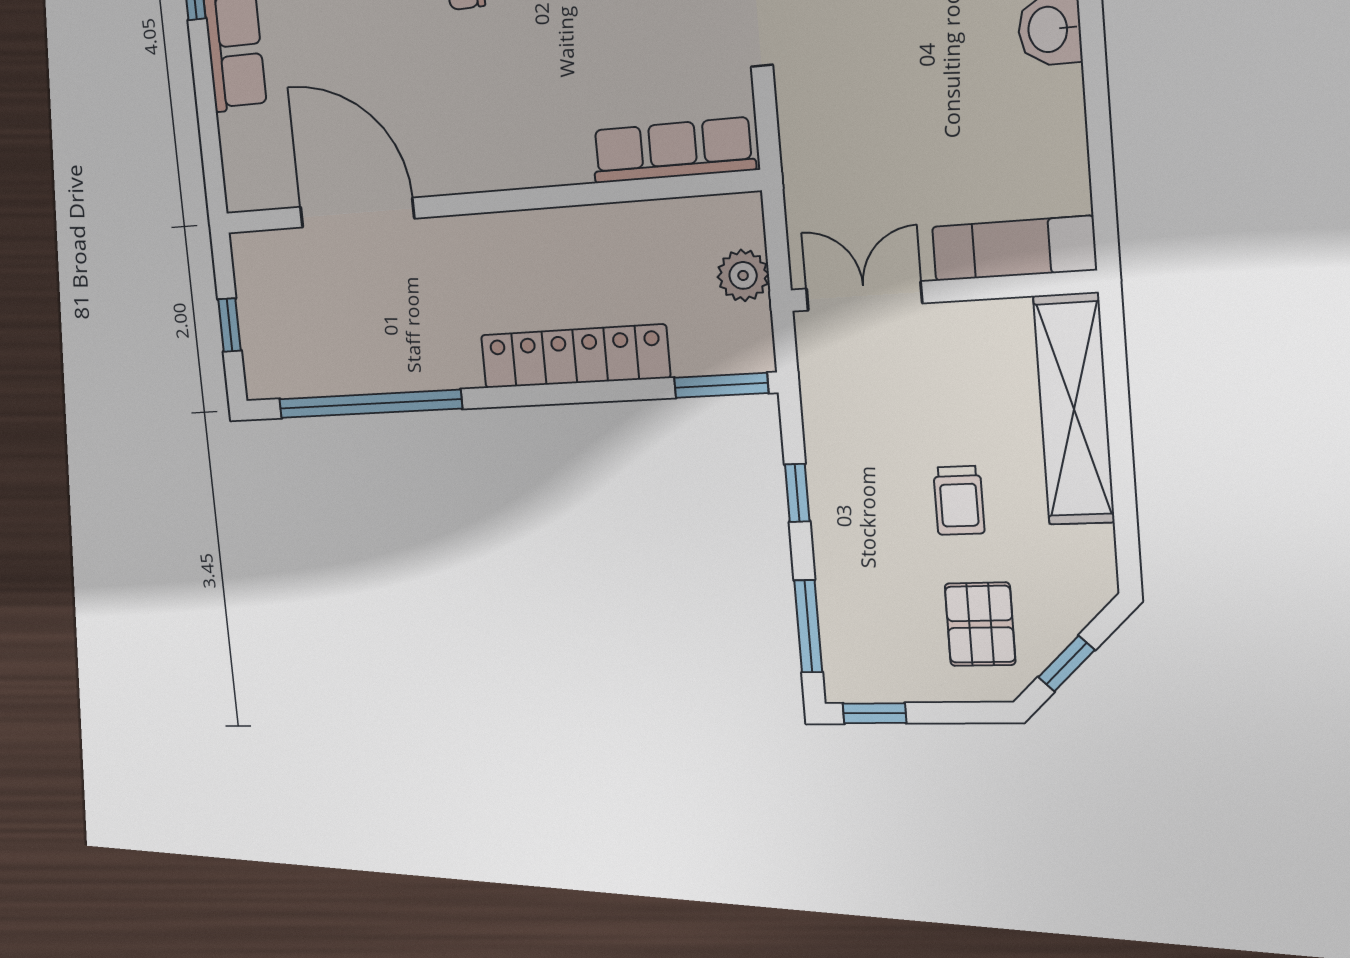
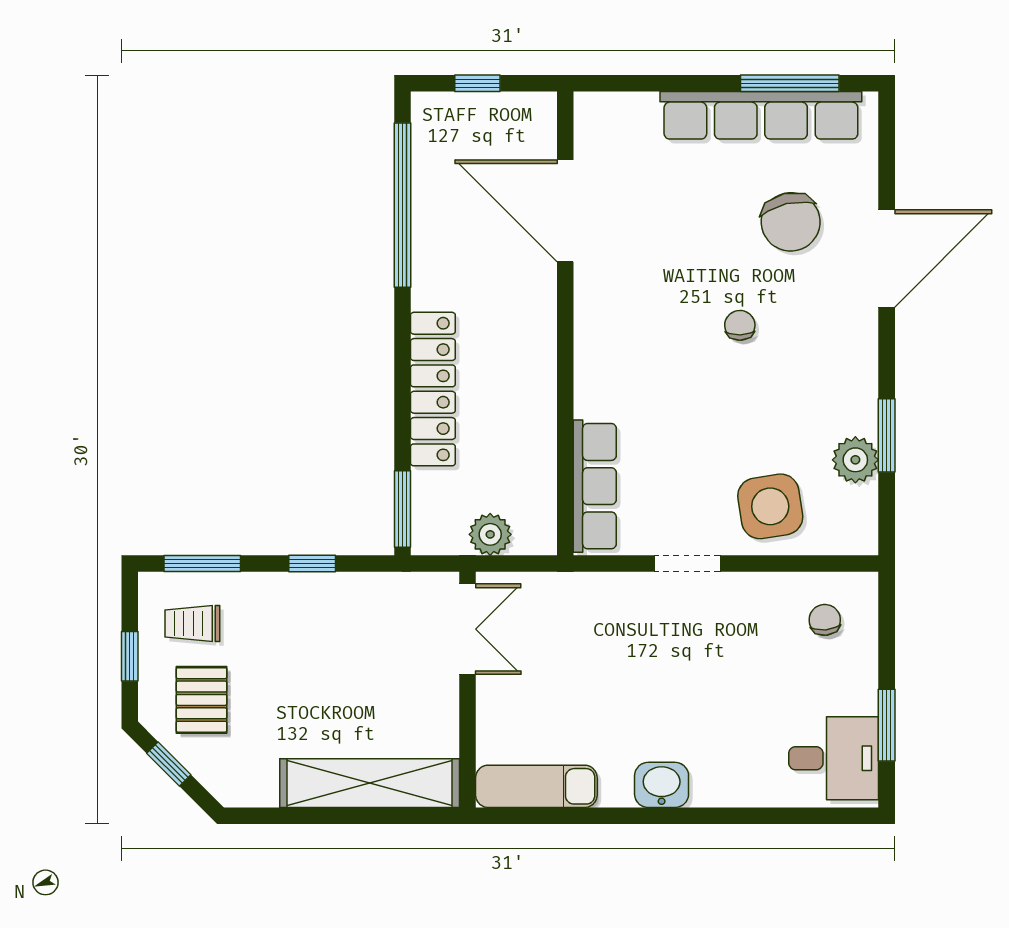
door: (357, 213) -> (565, 211), swing flipped
exam couch: (1014, 248) -> (536, 786), moved, turned -90
trolley: (959, 500) -> (192, 623), moved
pallet: (980, 624) -> (202, 700), turned 90
window: (874, 713) -> (130, 656), moved

